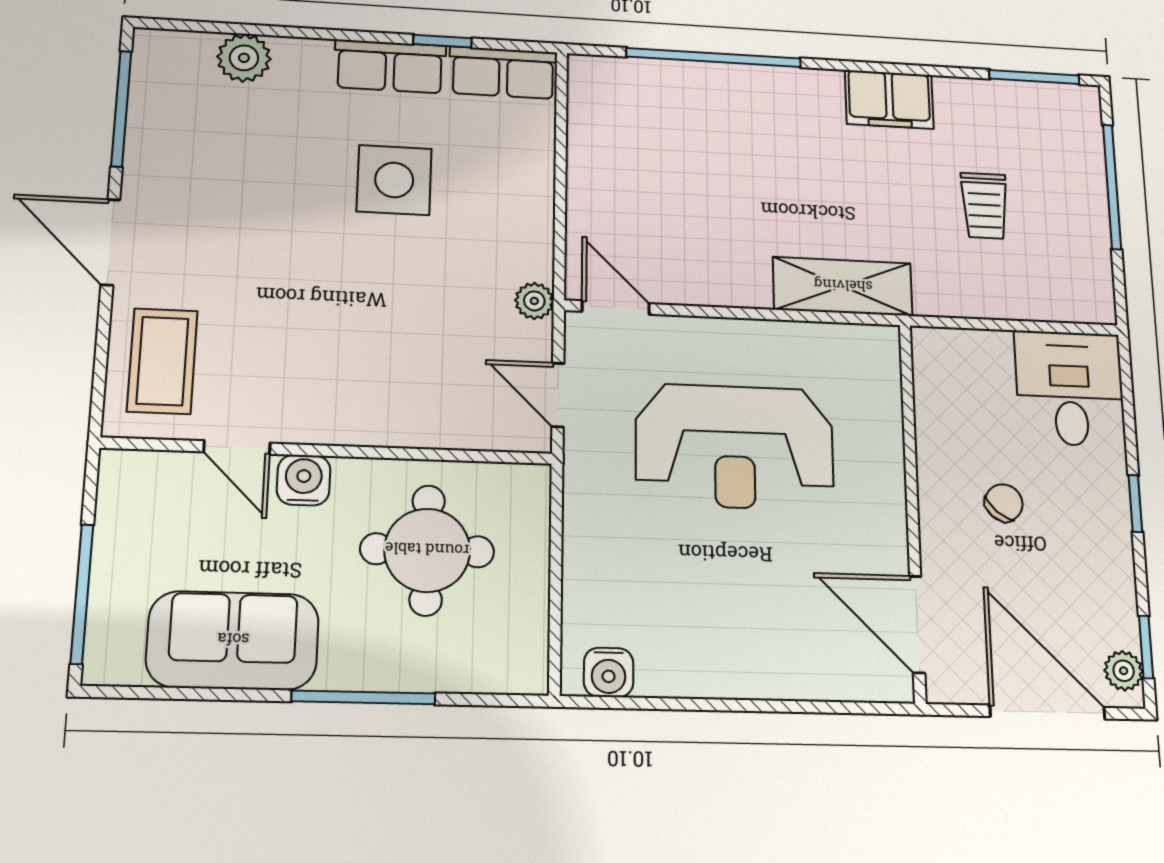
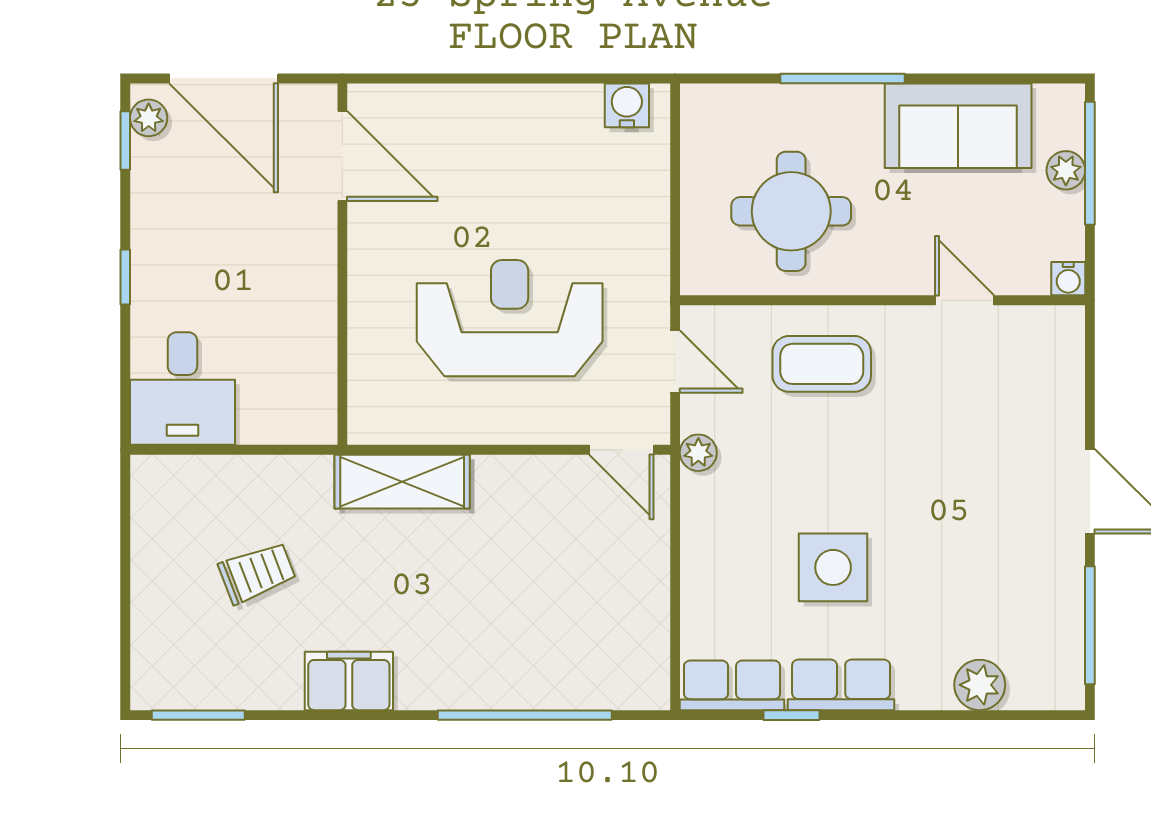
window: (1112, 187) -> (125, 600), removed
trolley: (984, 206) -> (257, 573), turned 69
coffee table: (162, 361) -> (822, 364), moved, turned 90
water cooler: (304, 480) -> (1068, 279), moved, width x0.72, depth x0.72
chair: (1004, 503) -> (254, 273), removed
plant: (111, 587) -> (1066, 170), added

